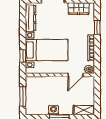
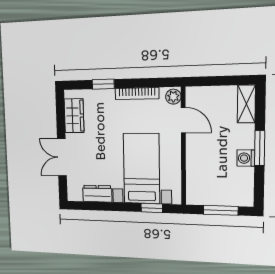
dresser: (31, 18) -> (97, 194), width x0.70

